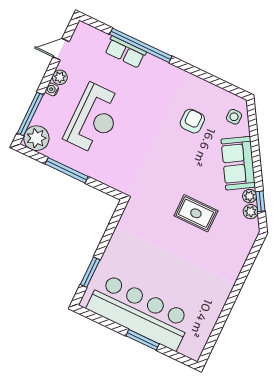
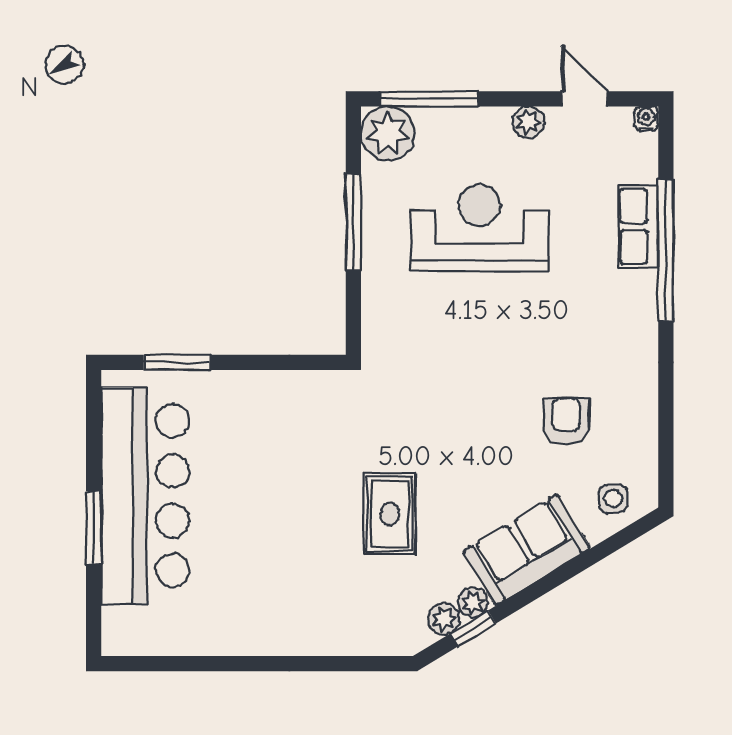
water cooler: (52, 90) -> (646, 119), moved
reception desk: (94, 119) -> (479, 228), turned 180
armchair: (192, 121) -> (566, 421), turned -90

